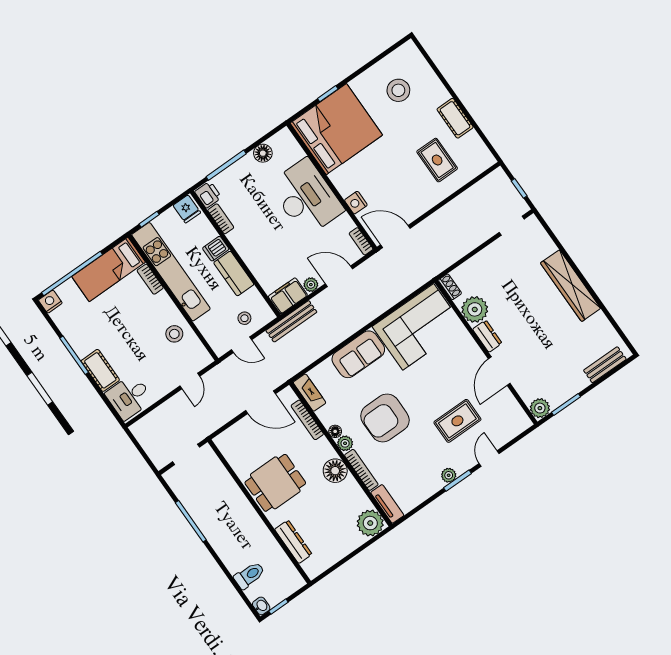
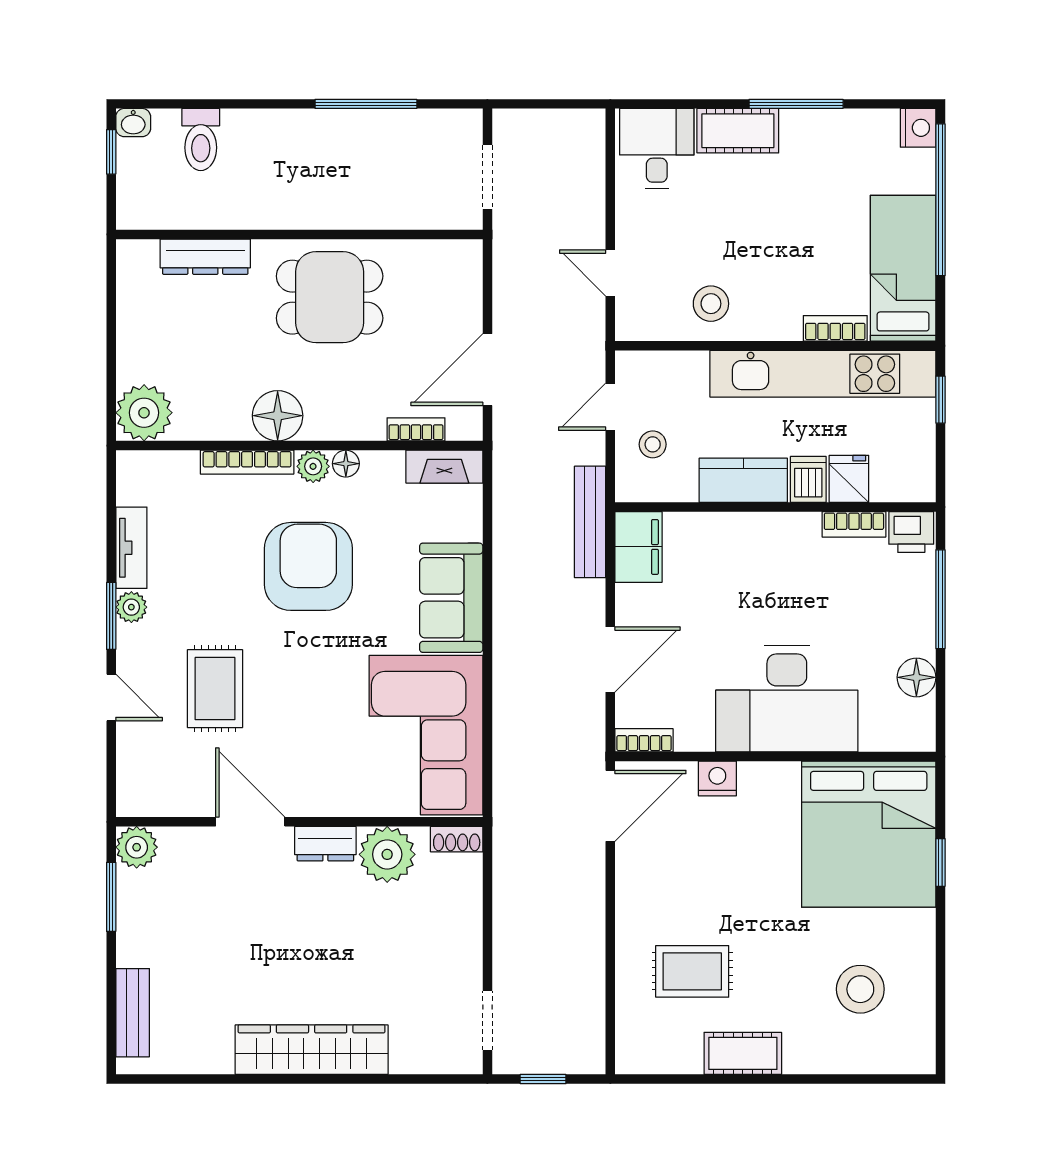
fridge: (187, 209) -> (849, 479), moved, turned 90
plant: (311, 285) -> (630, 600), removed
bookcase: (307, 420) -> (416, 429), width x0.64
dining table: (275, 483) -> (330, 297), turned 90
tv unit: (387, 504) -> (131, 548), moved, turned -90

